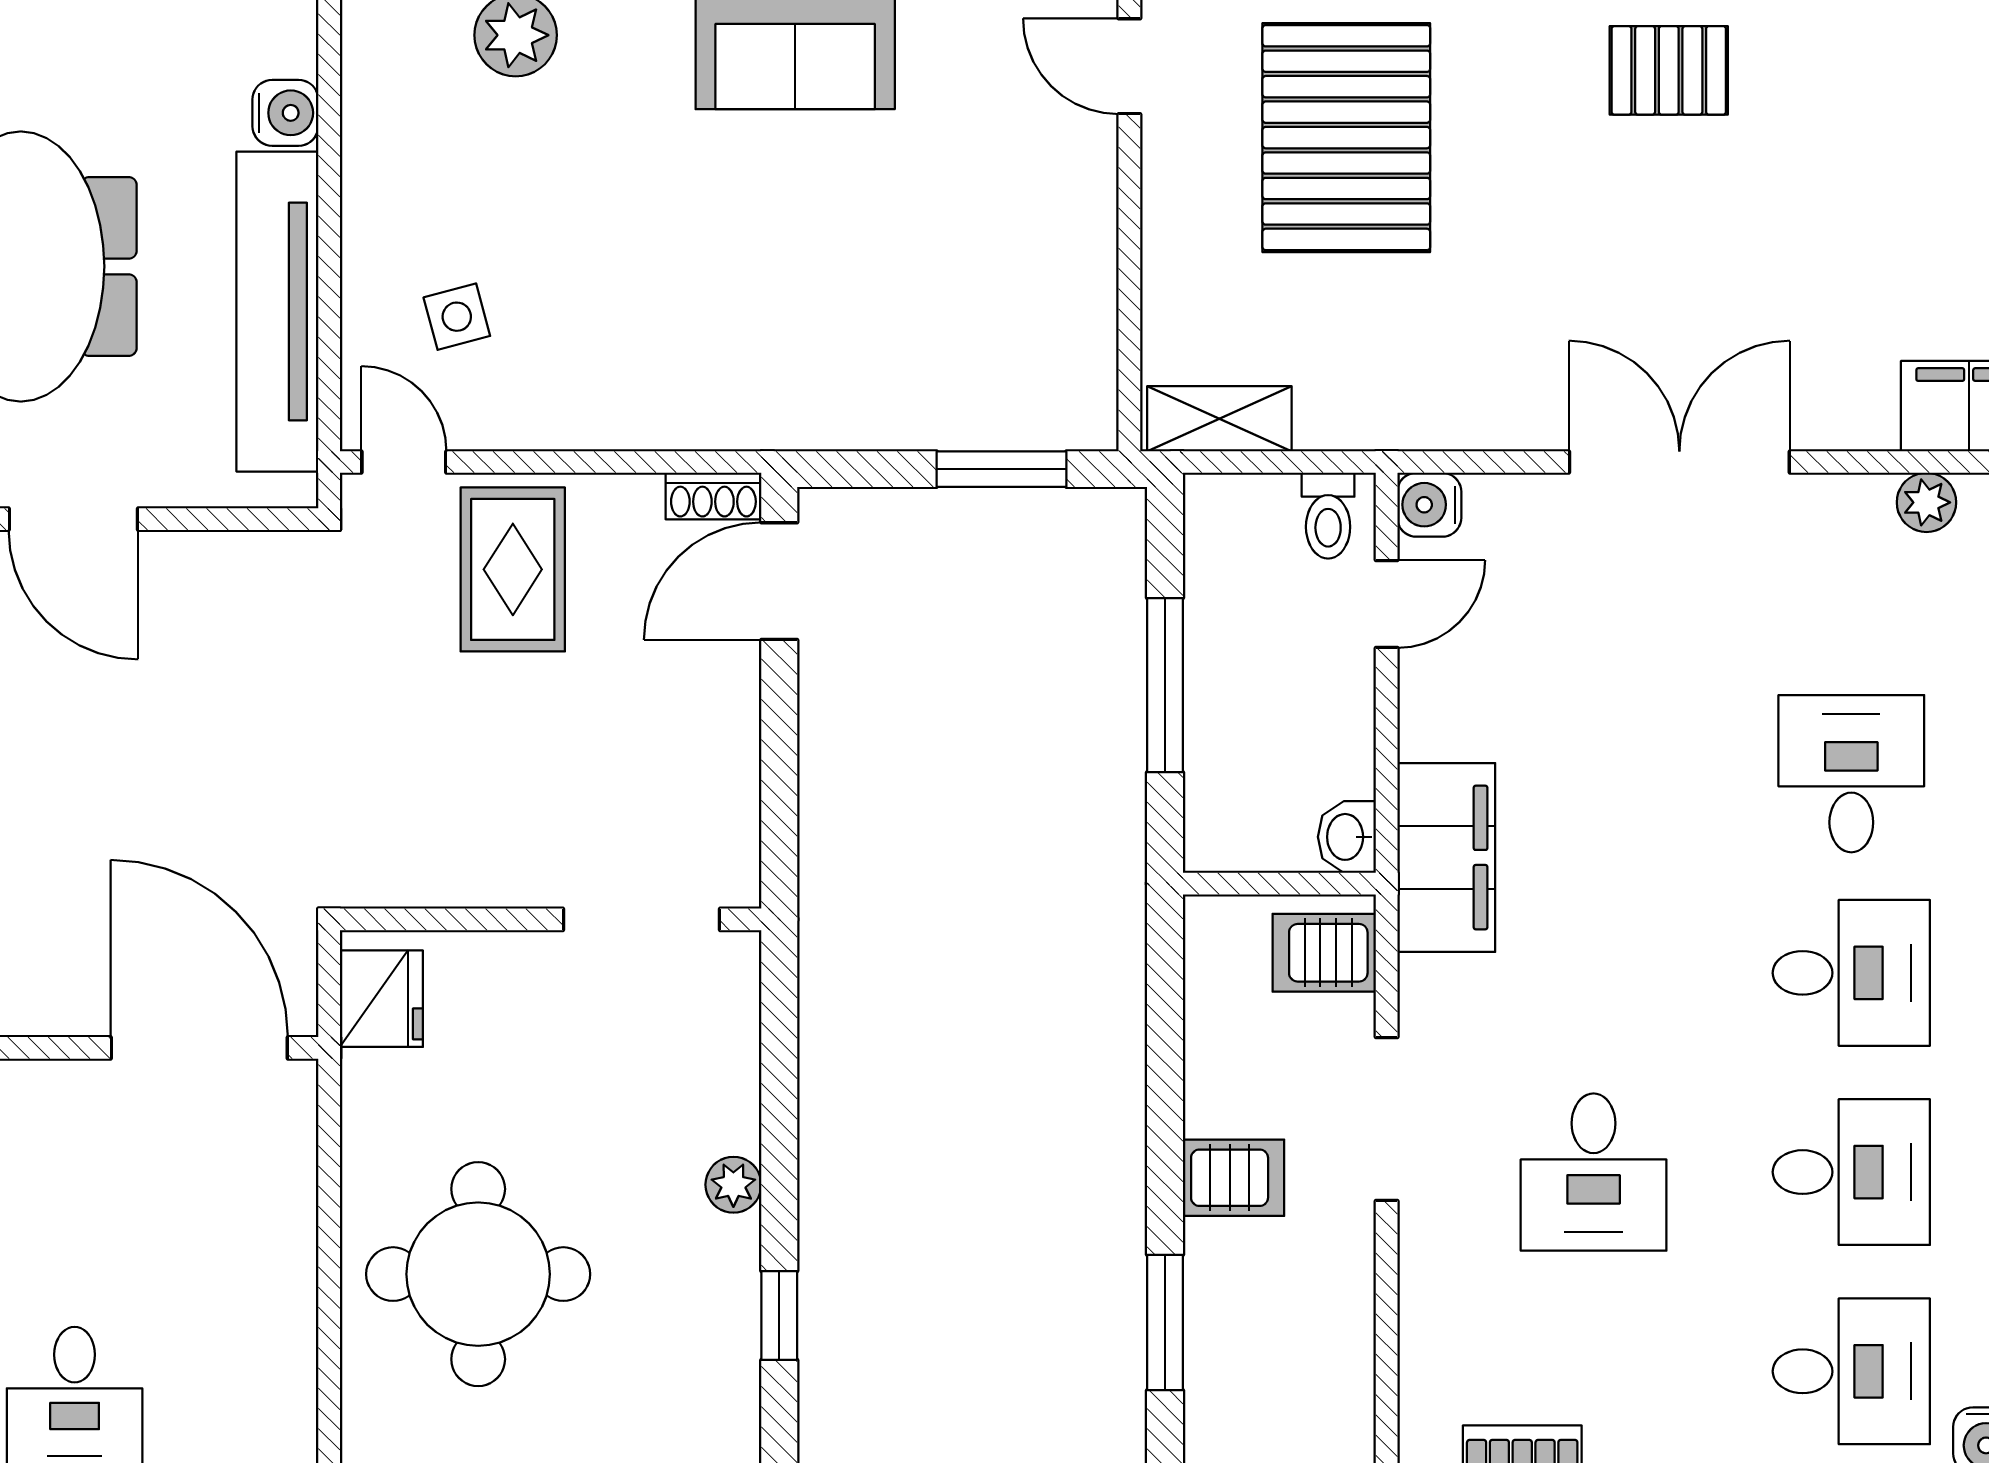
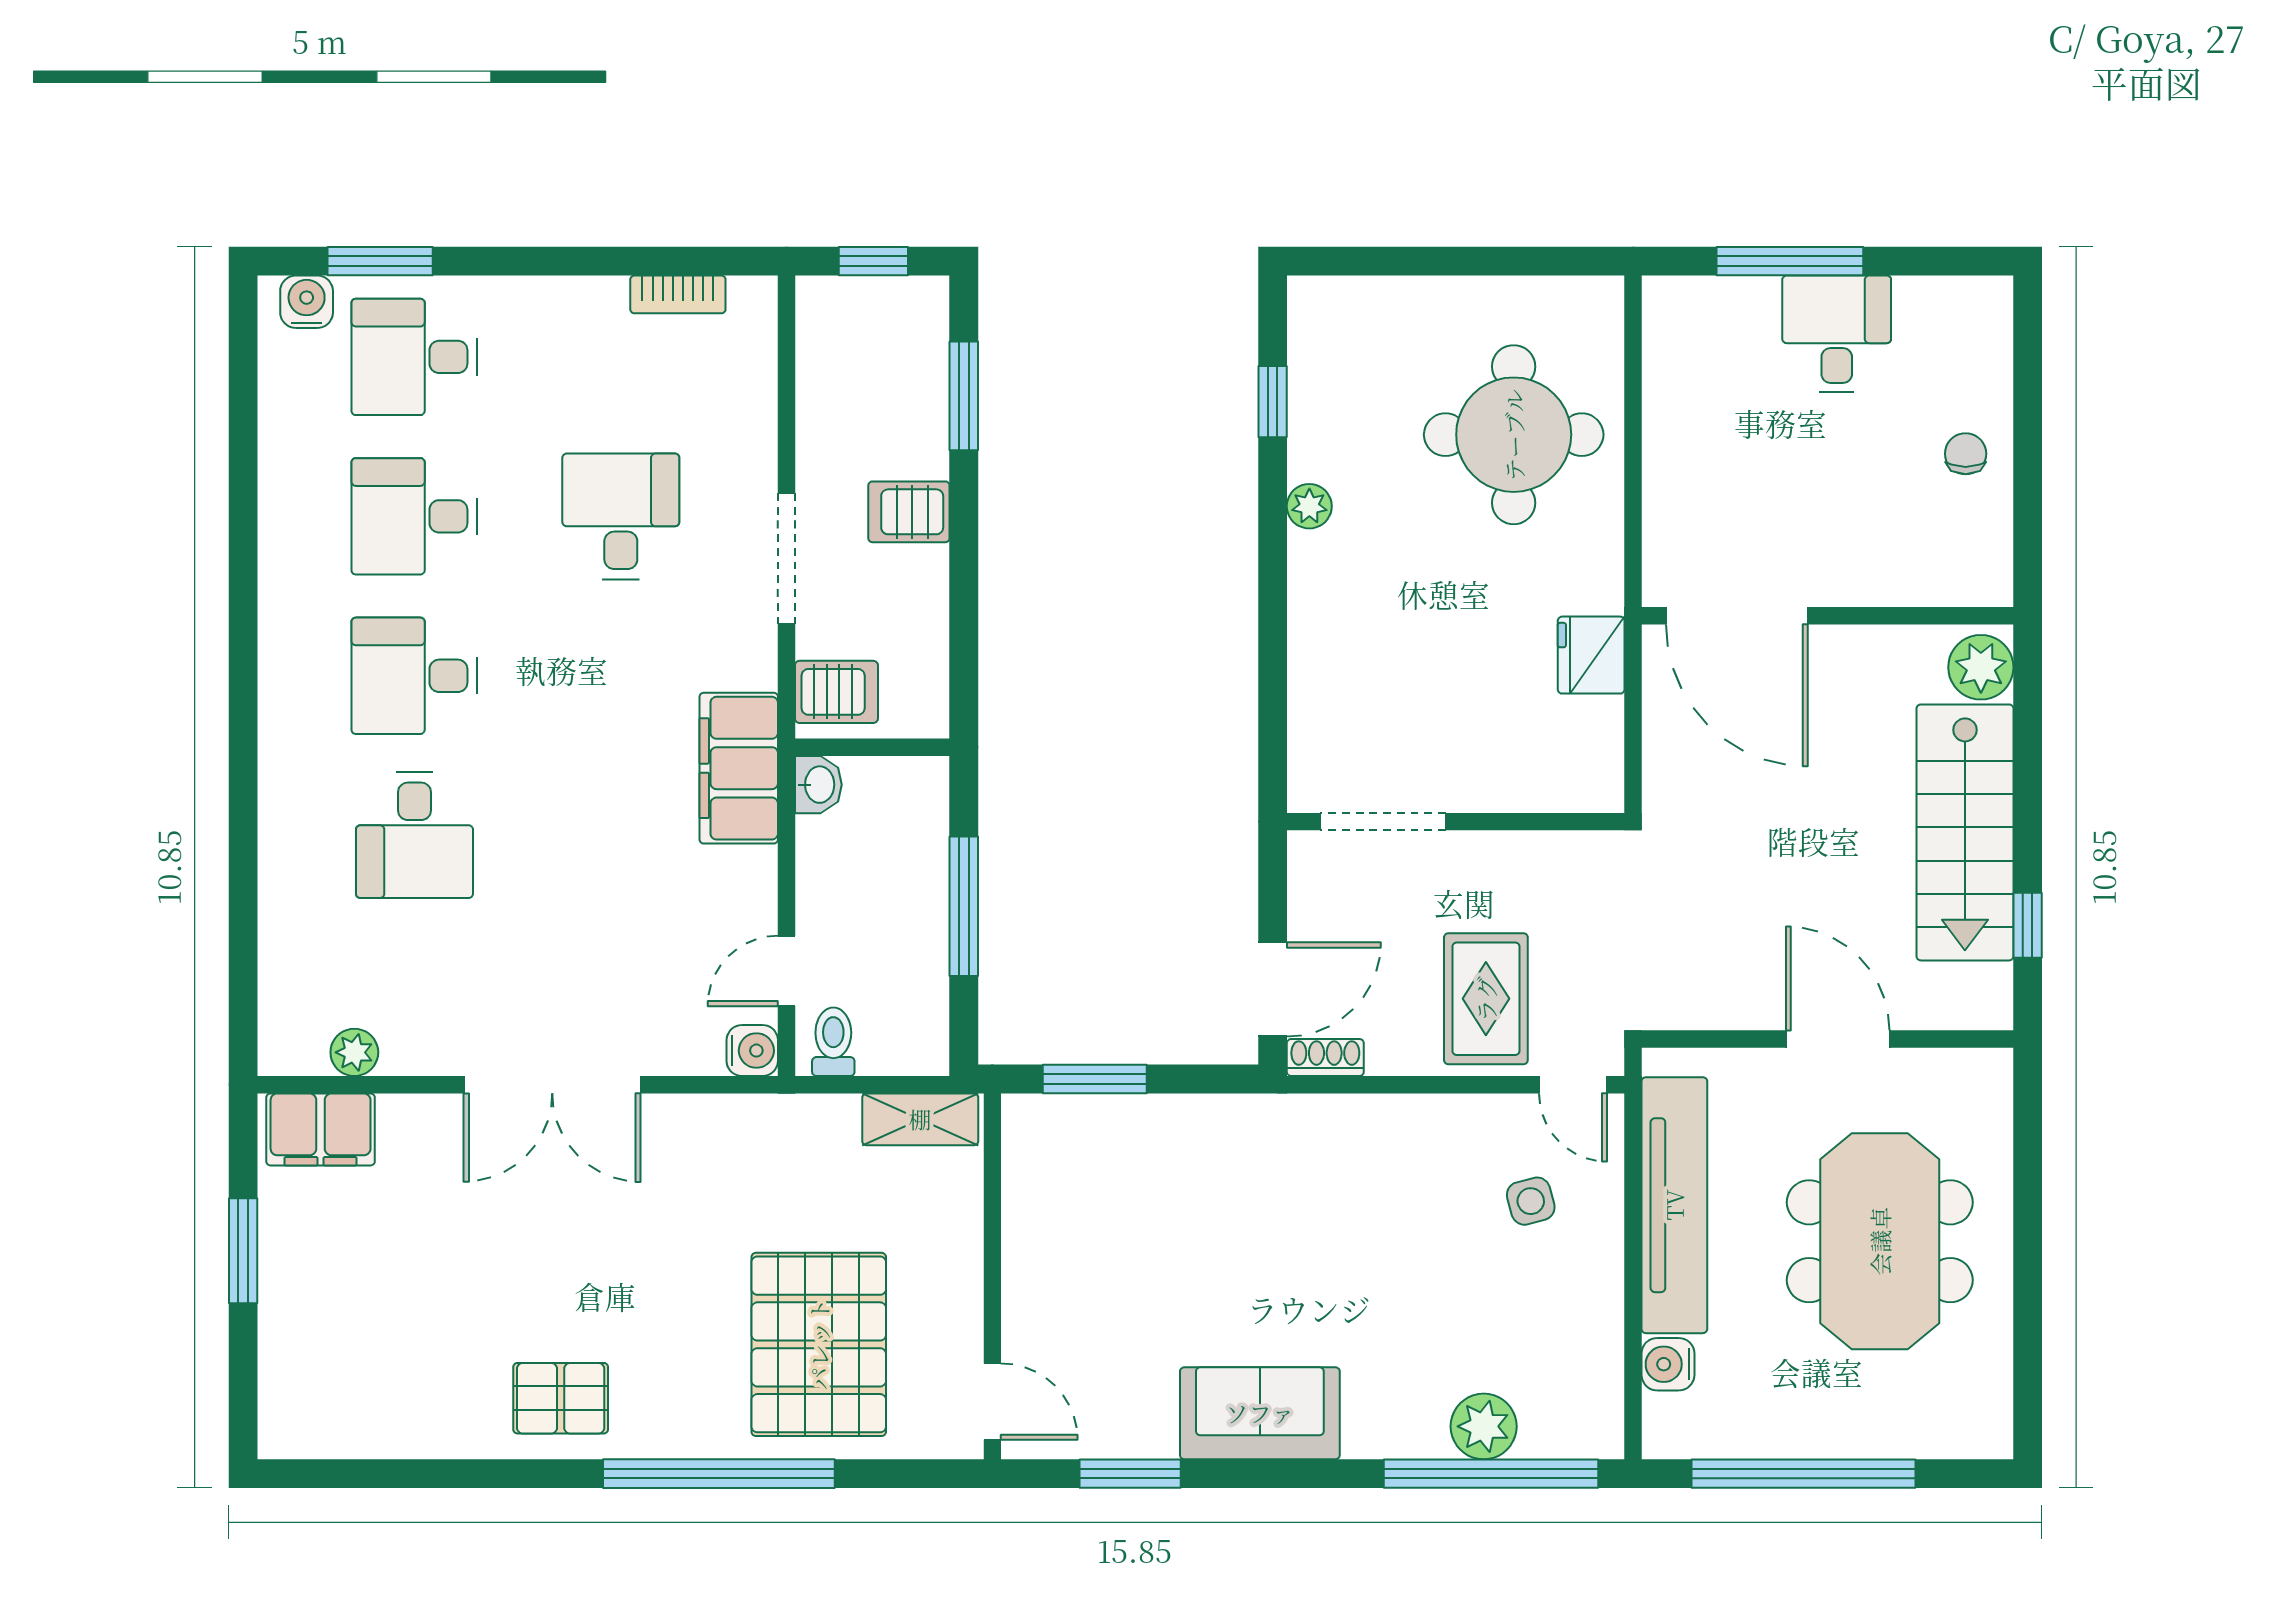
wall: (551, 919) -> (1456, 822), moved
doorway: (641, 919) -> (1383, 822), moved

